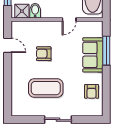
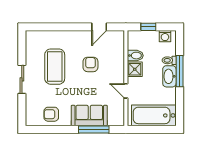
shower: (22, 11) -> (135, 69), moved

